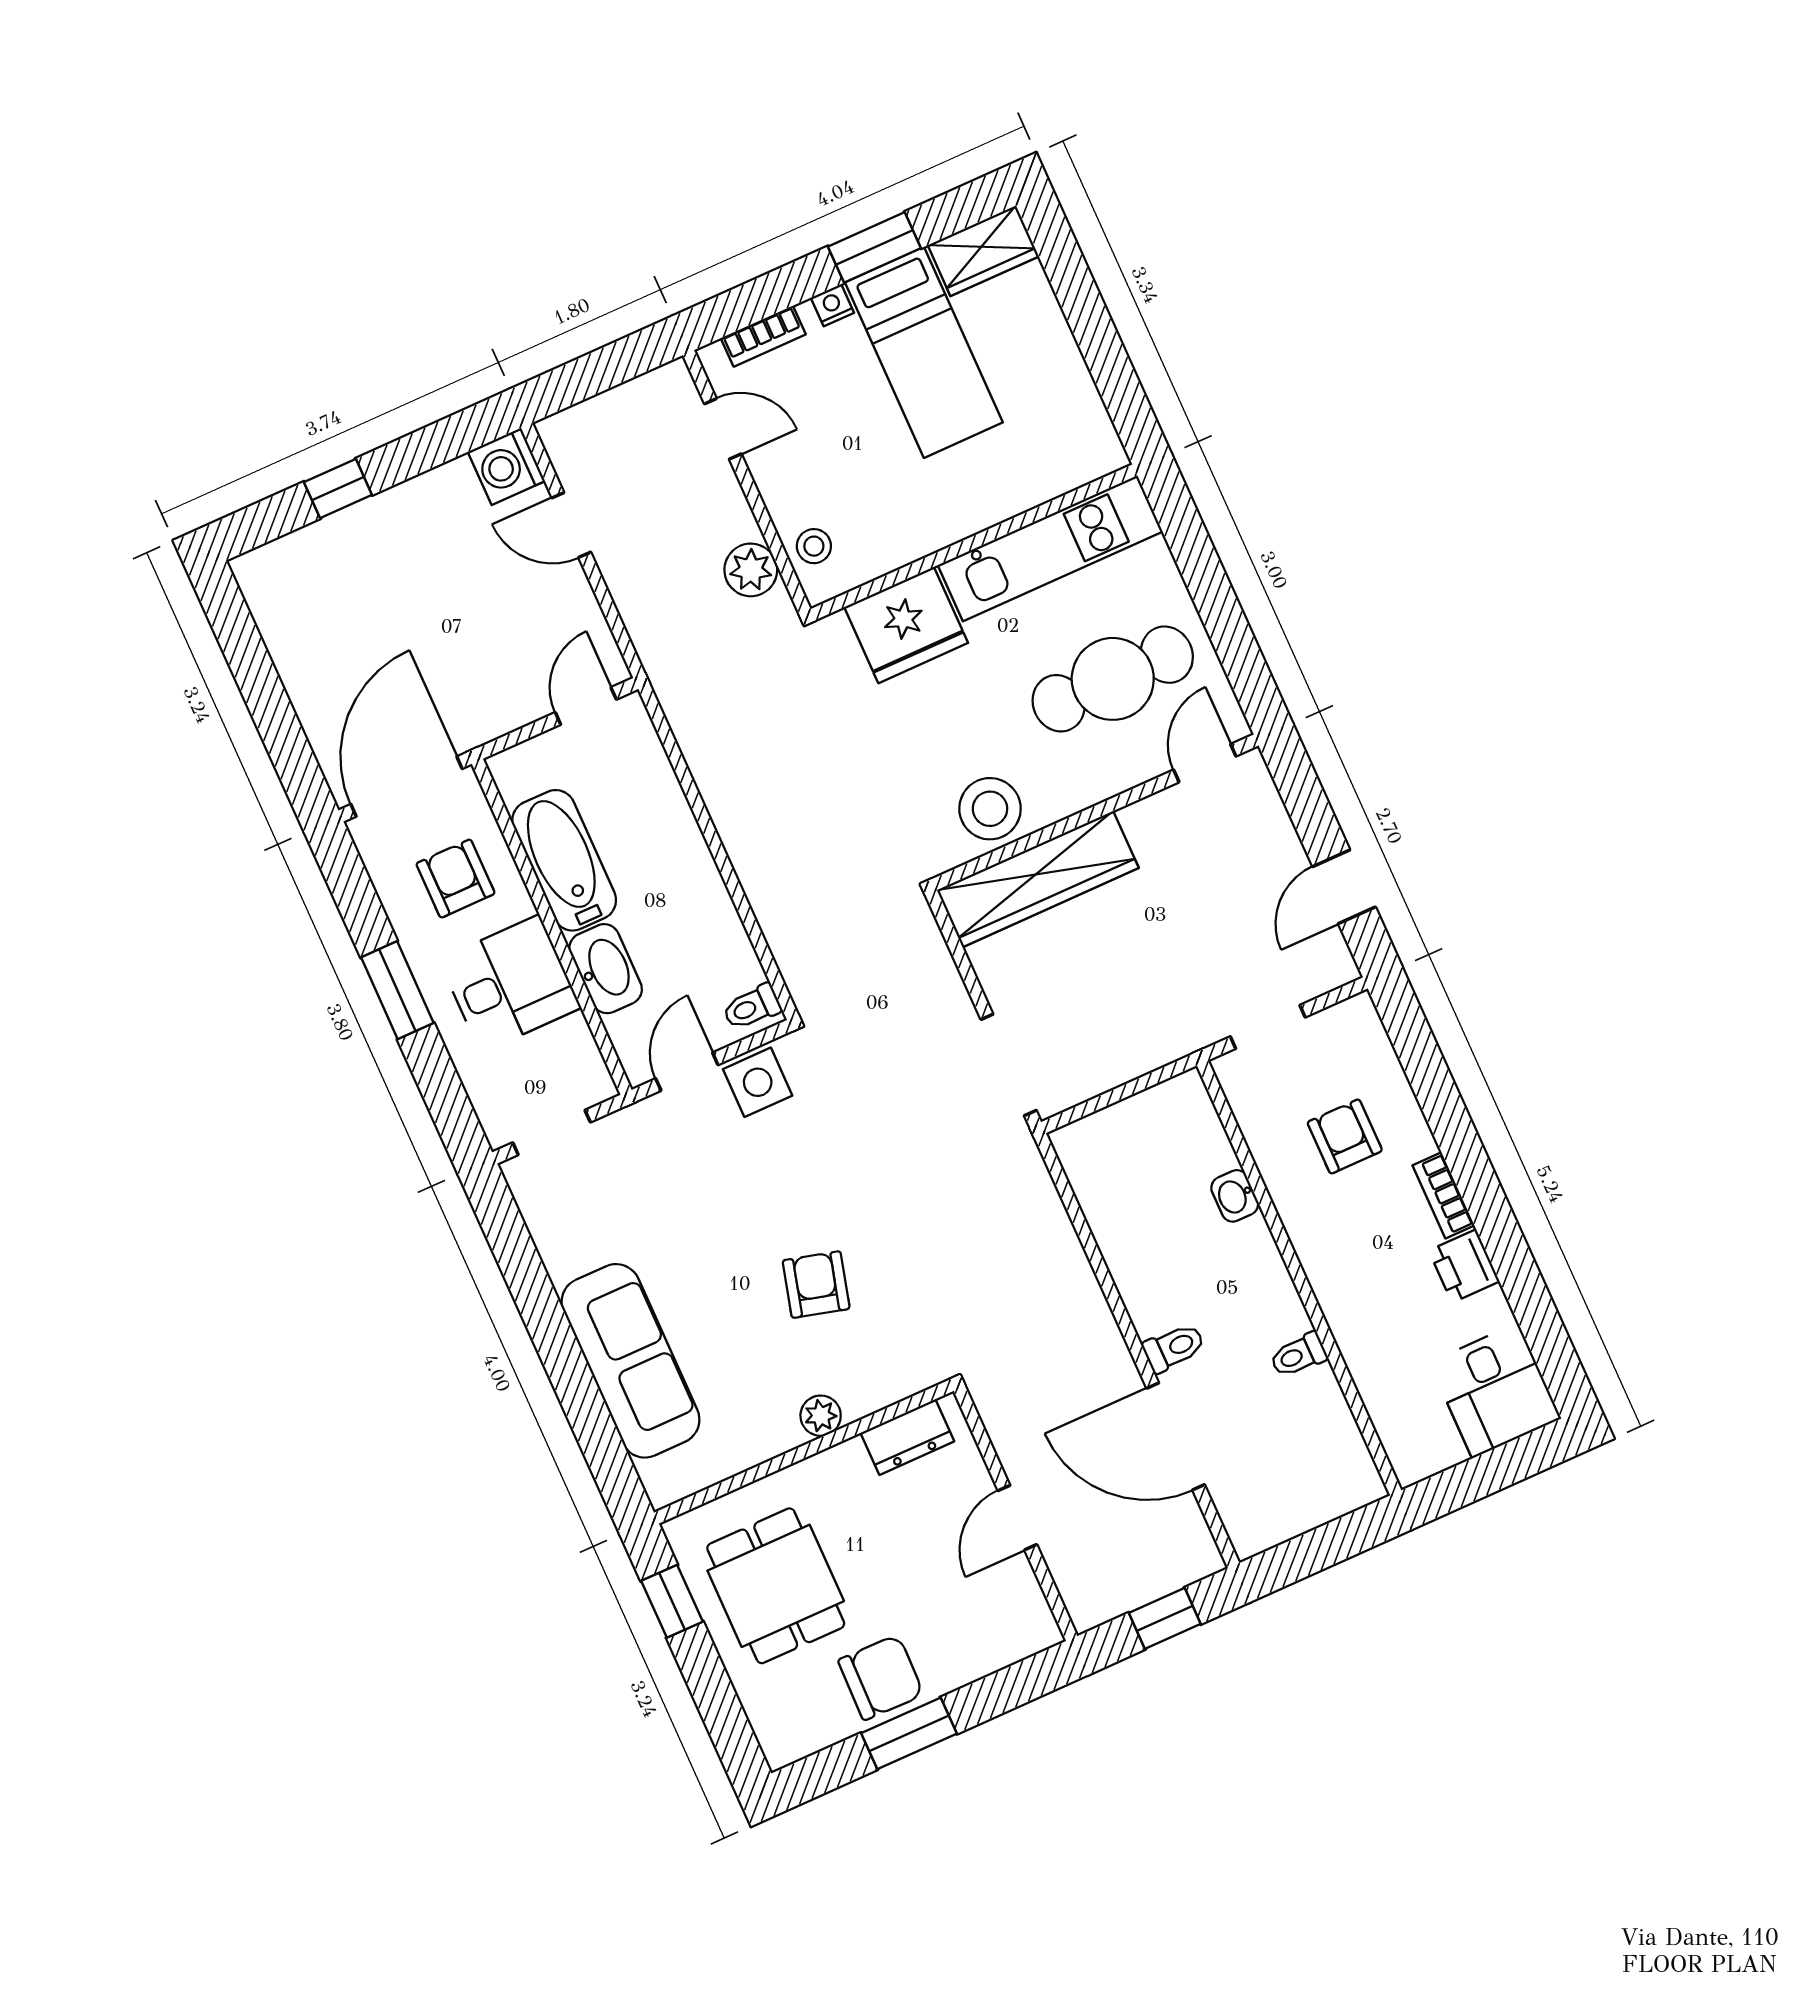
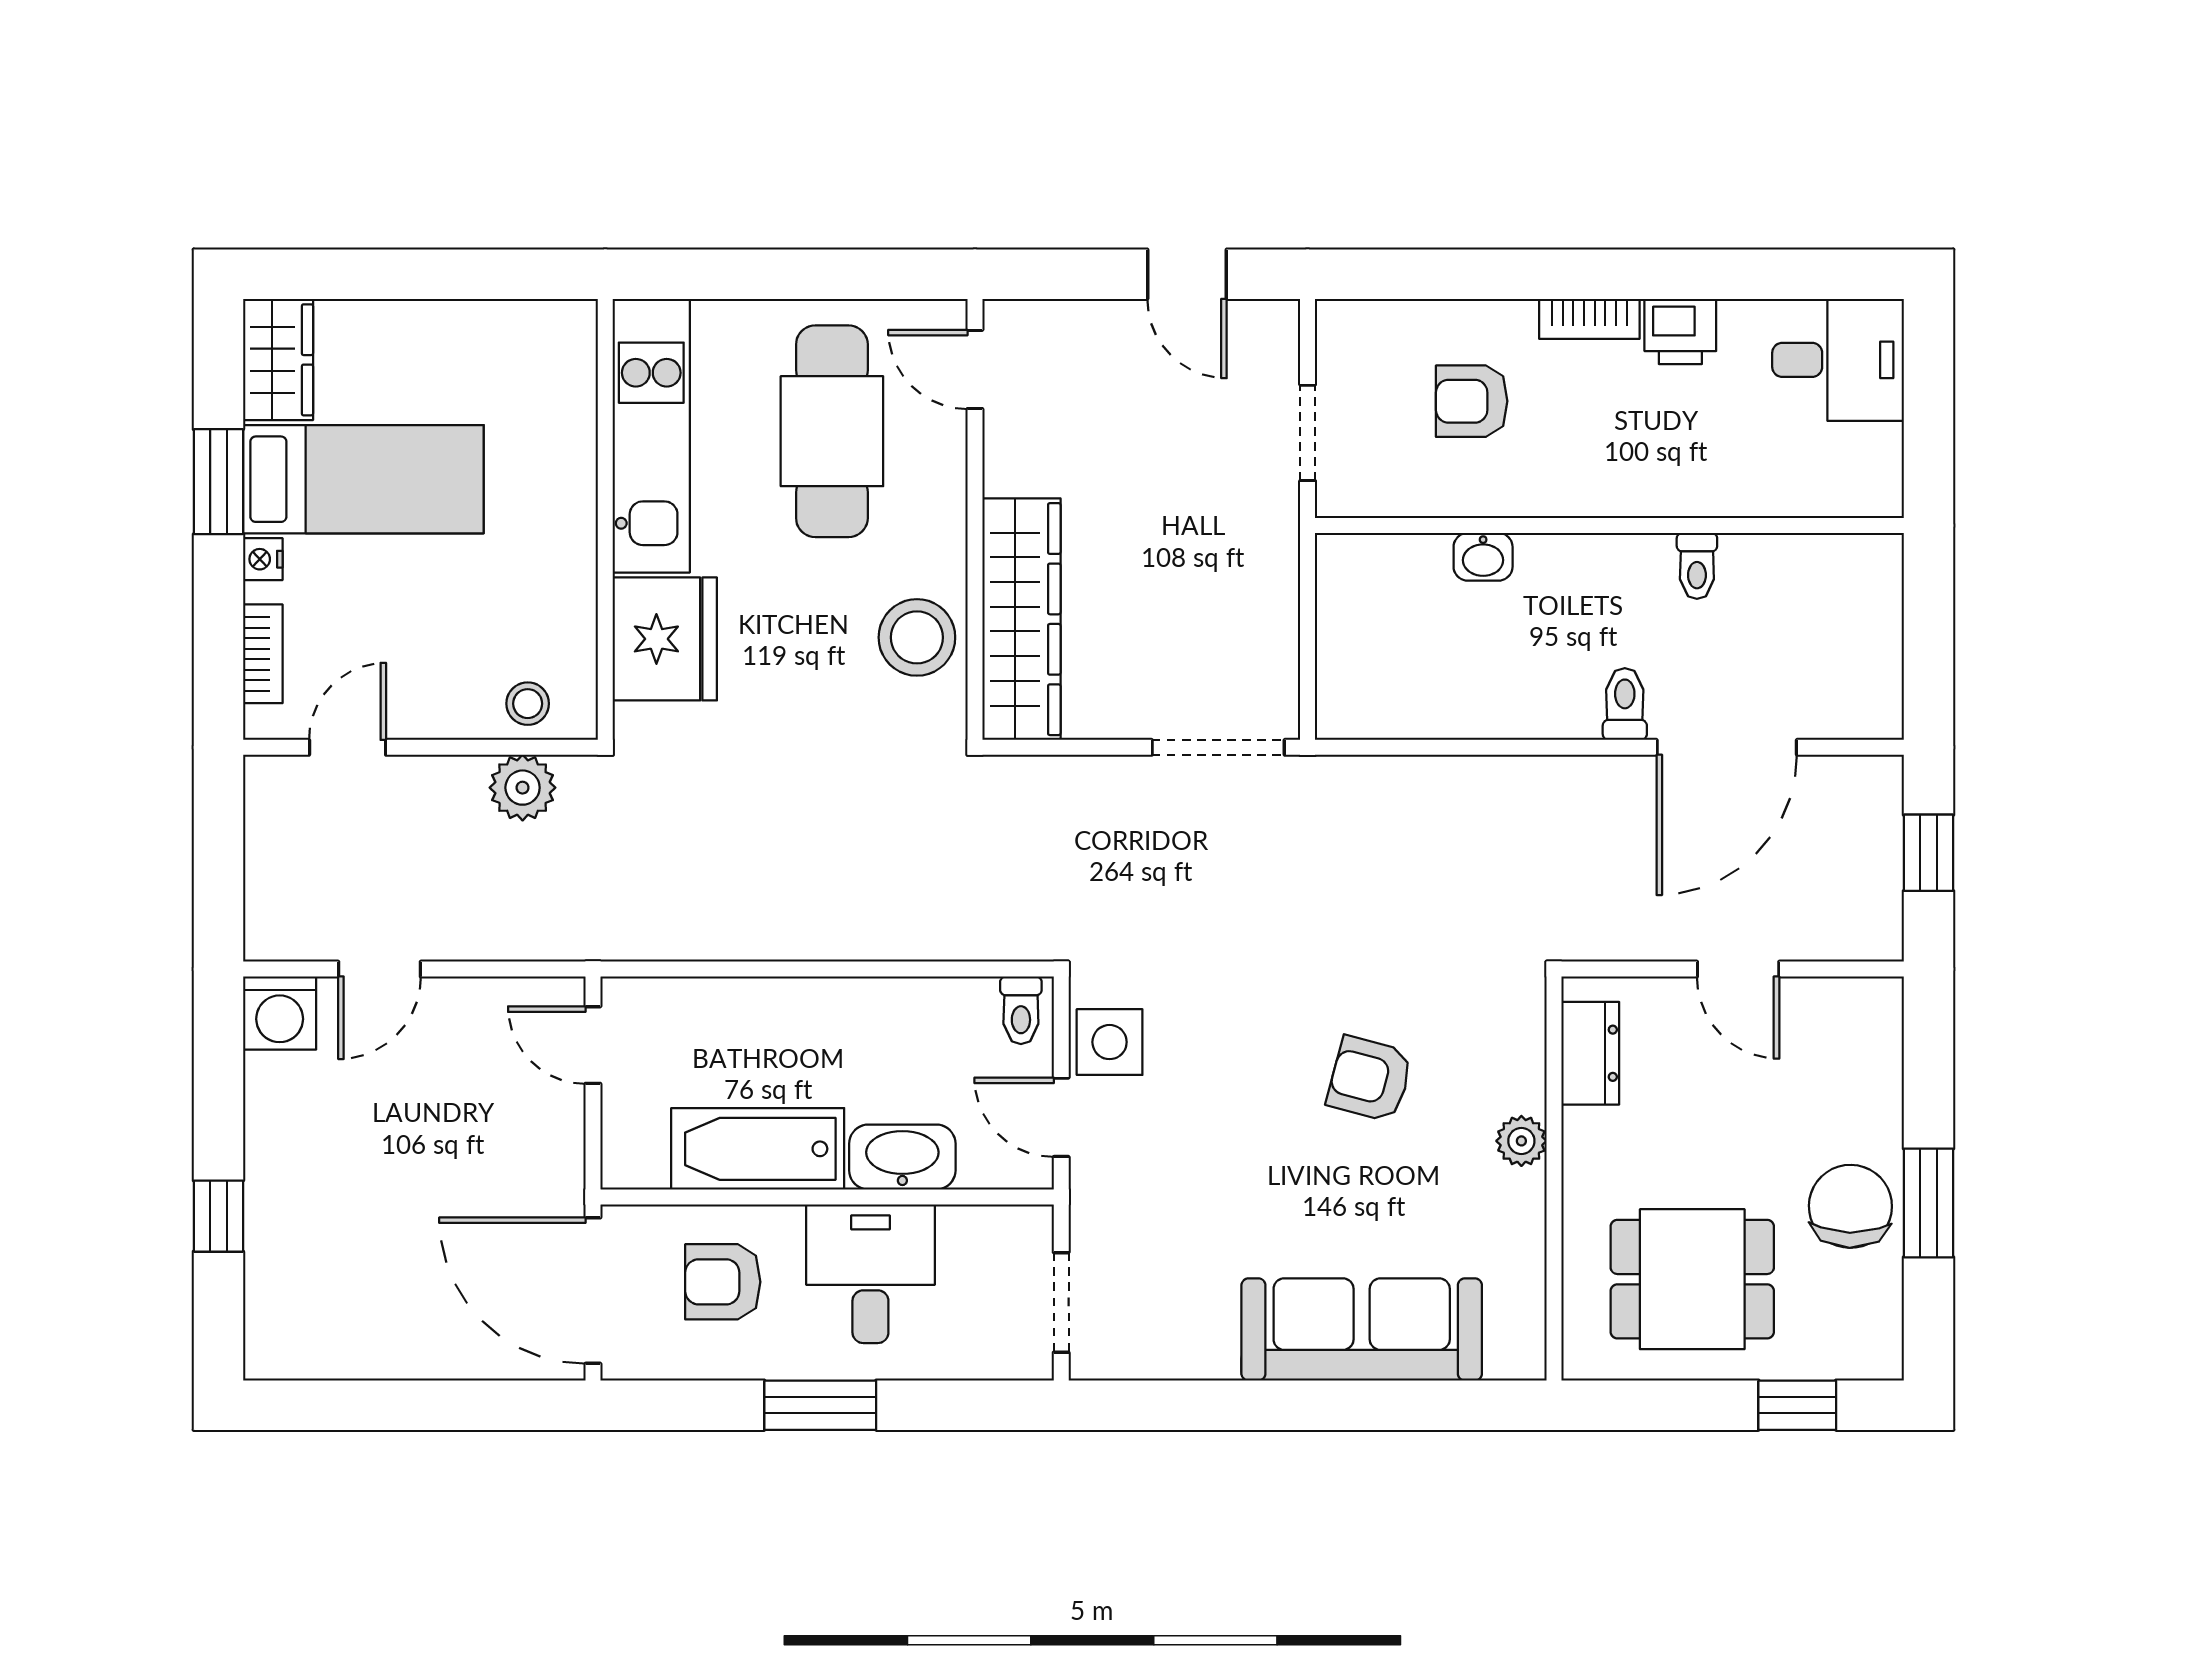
window: (672, 1601) -> (1797, 1405), moved

